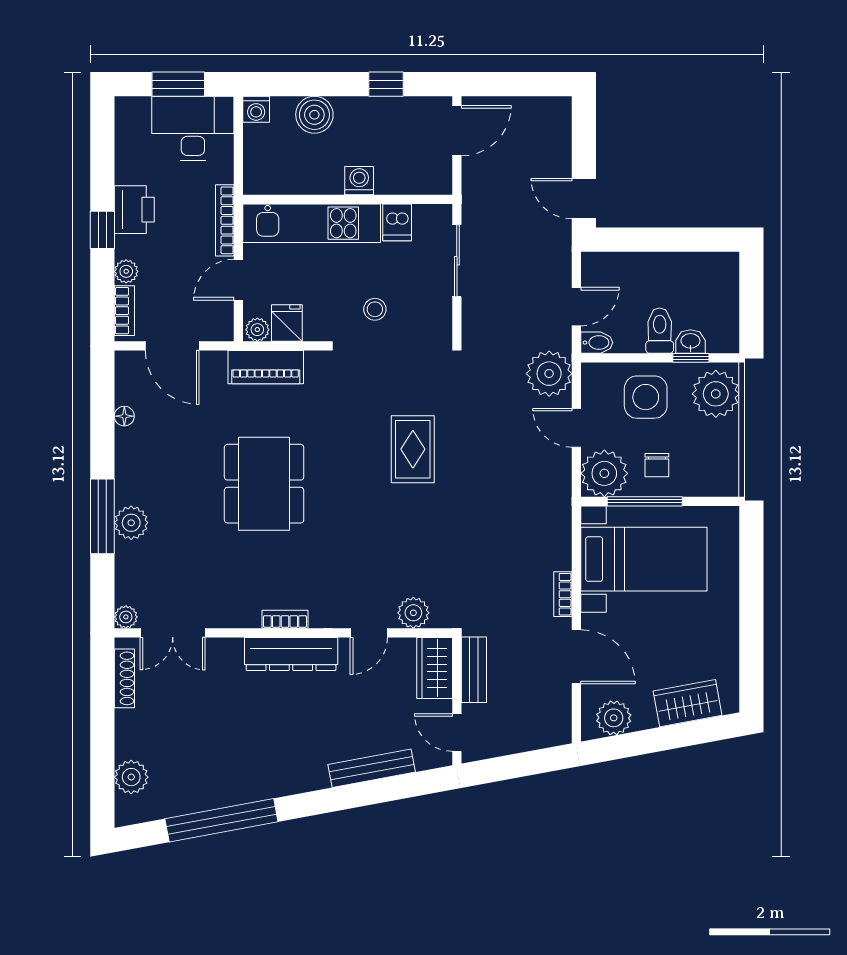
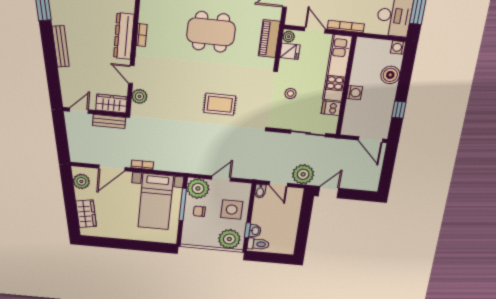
toilet: (660, 331) -> (258, 244), moved
plant: (549, 374) -> (303, 174), moved
bench: (372, 768) -> (61, 46), moved

